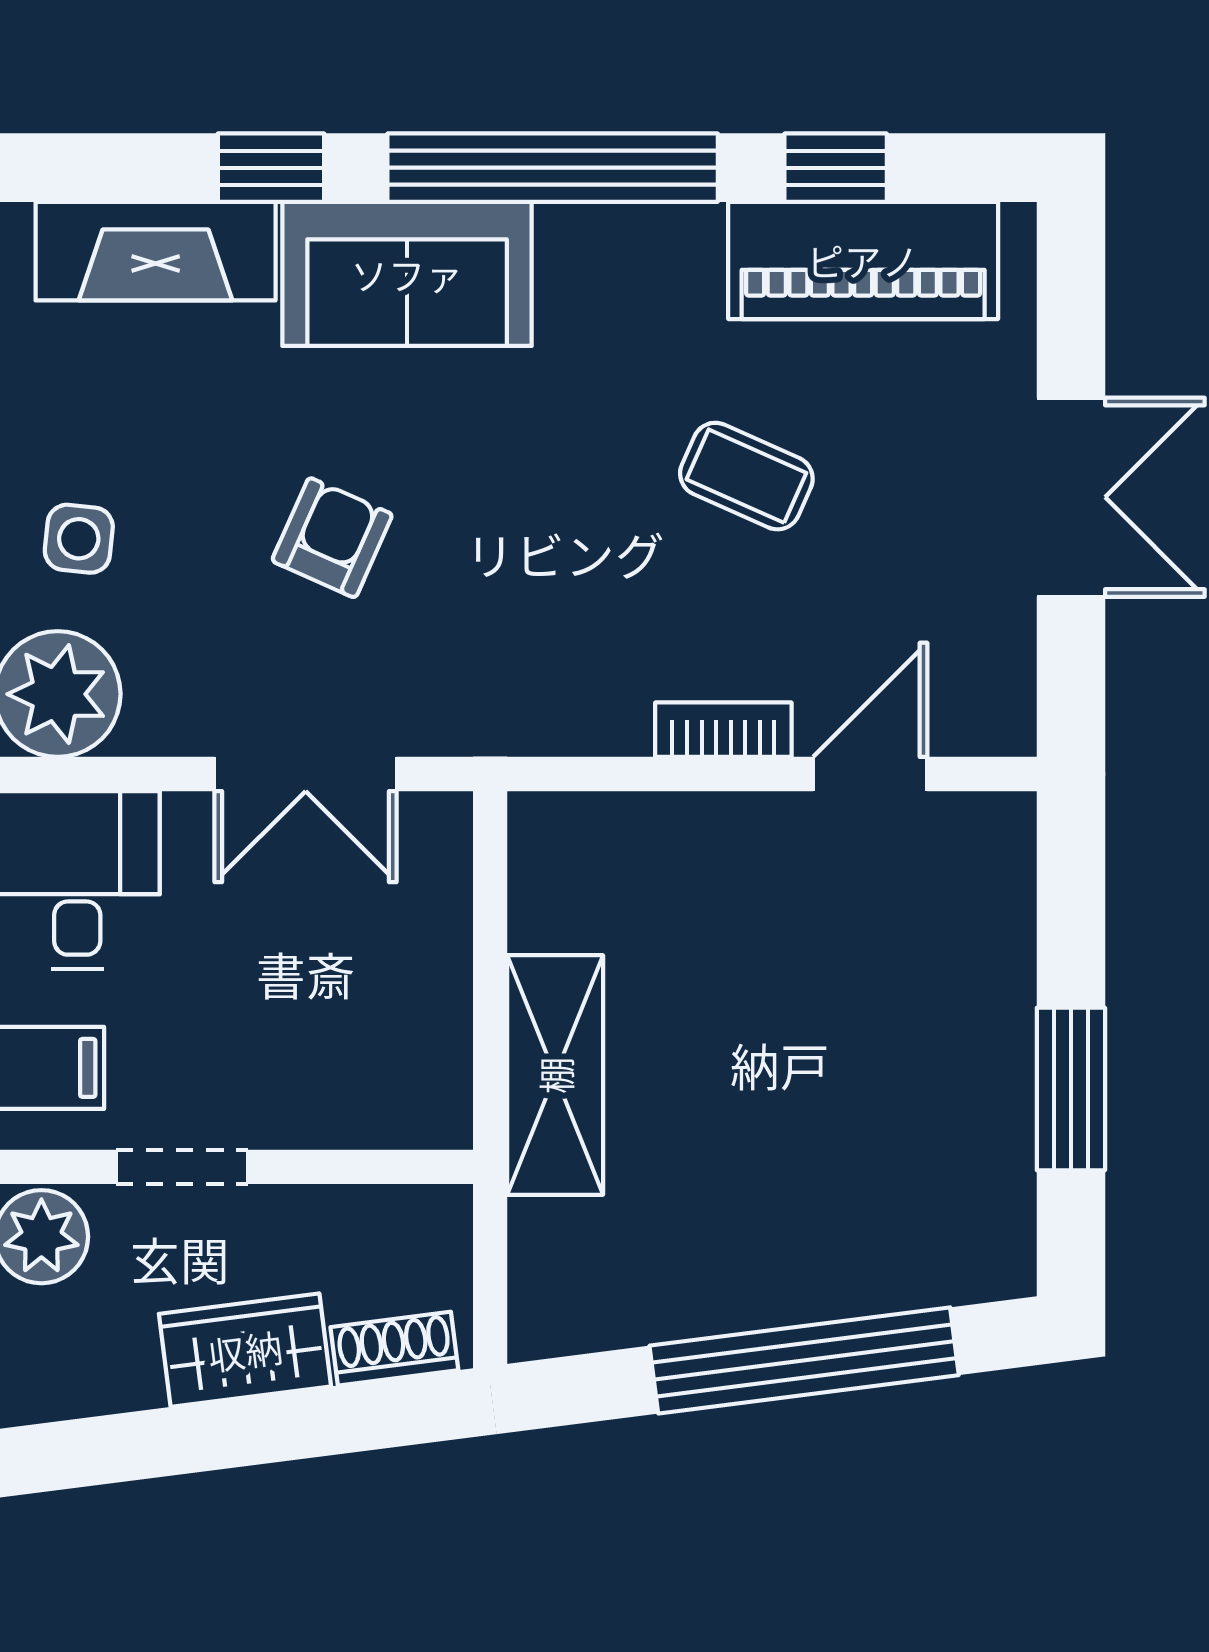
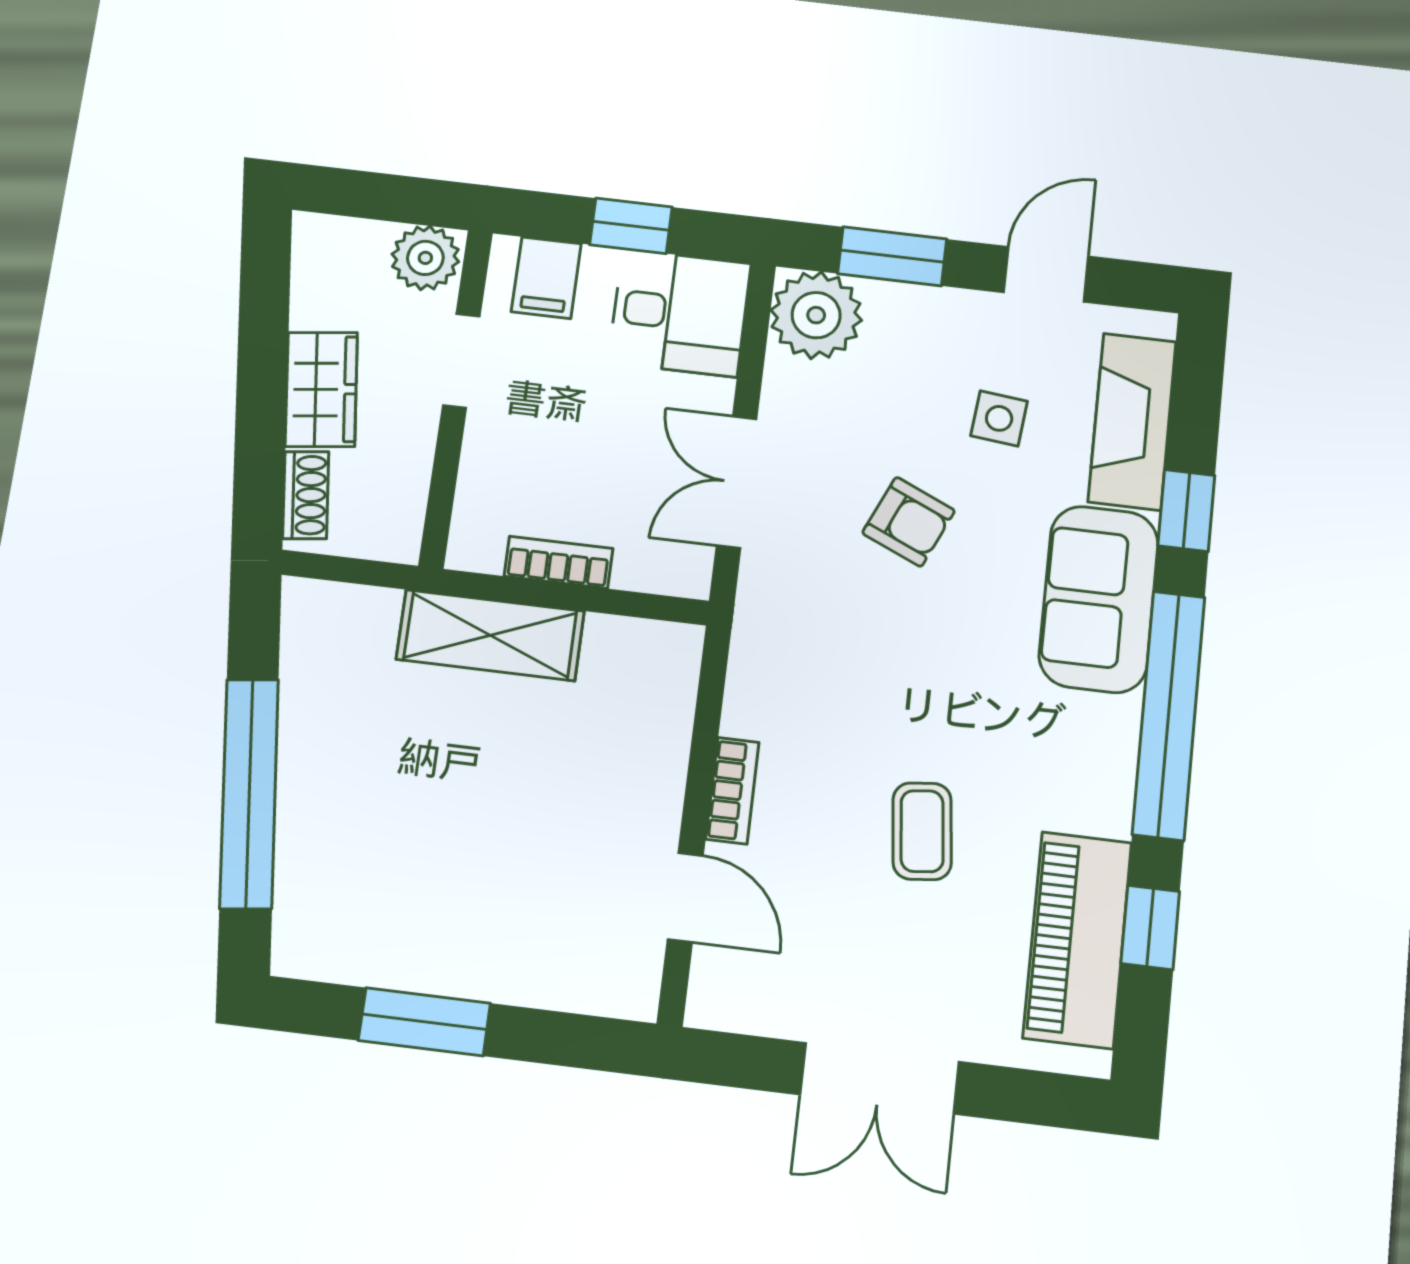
coffee table: (746, 476) -> (922, 831), turned -30
side table: (79, 539) -> (999, 418), moved
bookcase: (445, 998) -> (558, 562), added

